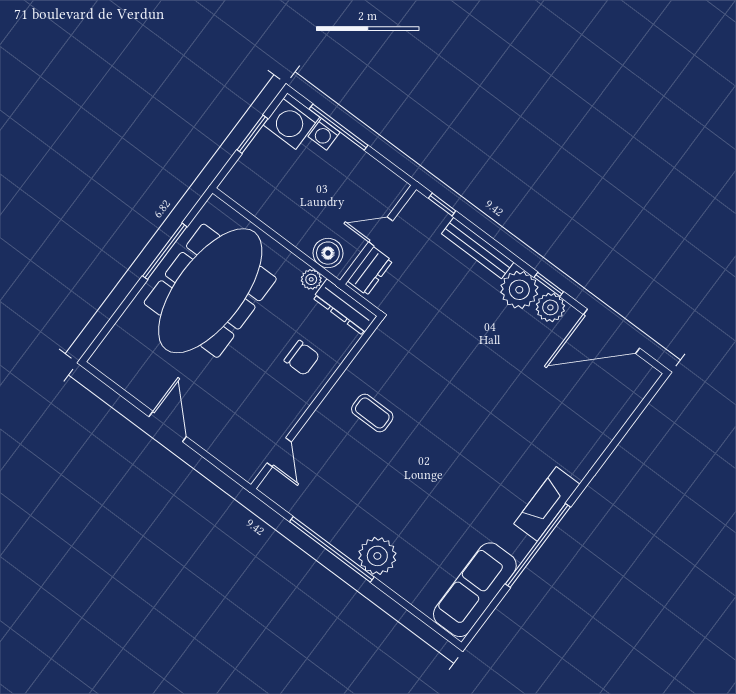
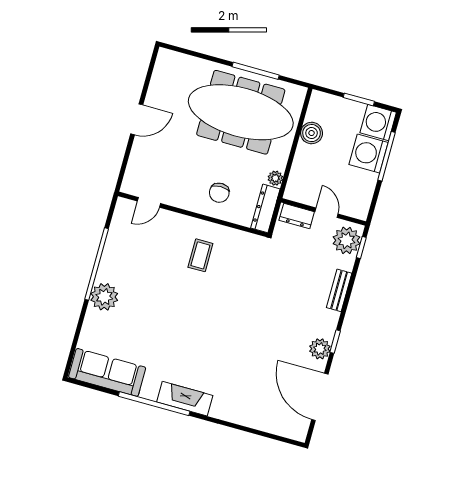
washing machine: (324, 134) -> (368, 153), width x1.89, depth x1.89
bench: (478, 248) -> (339, 290), width x0.73
boiler: (328, 253) -> (312, 133), moved
plant: (519, 290) -> (347, 240), moved

